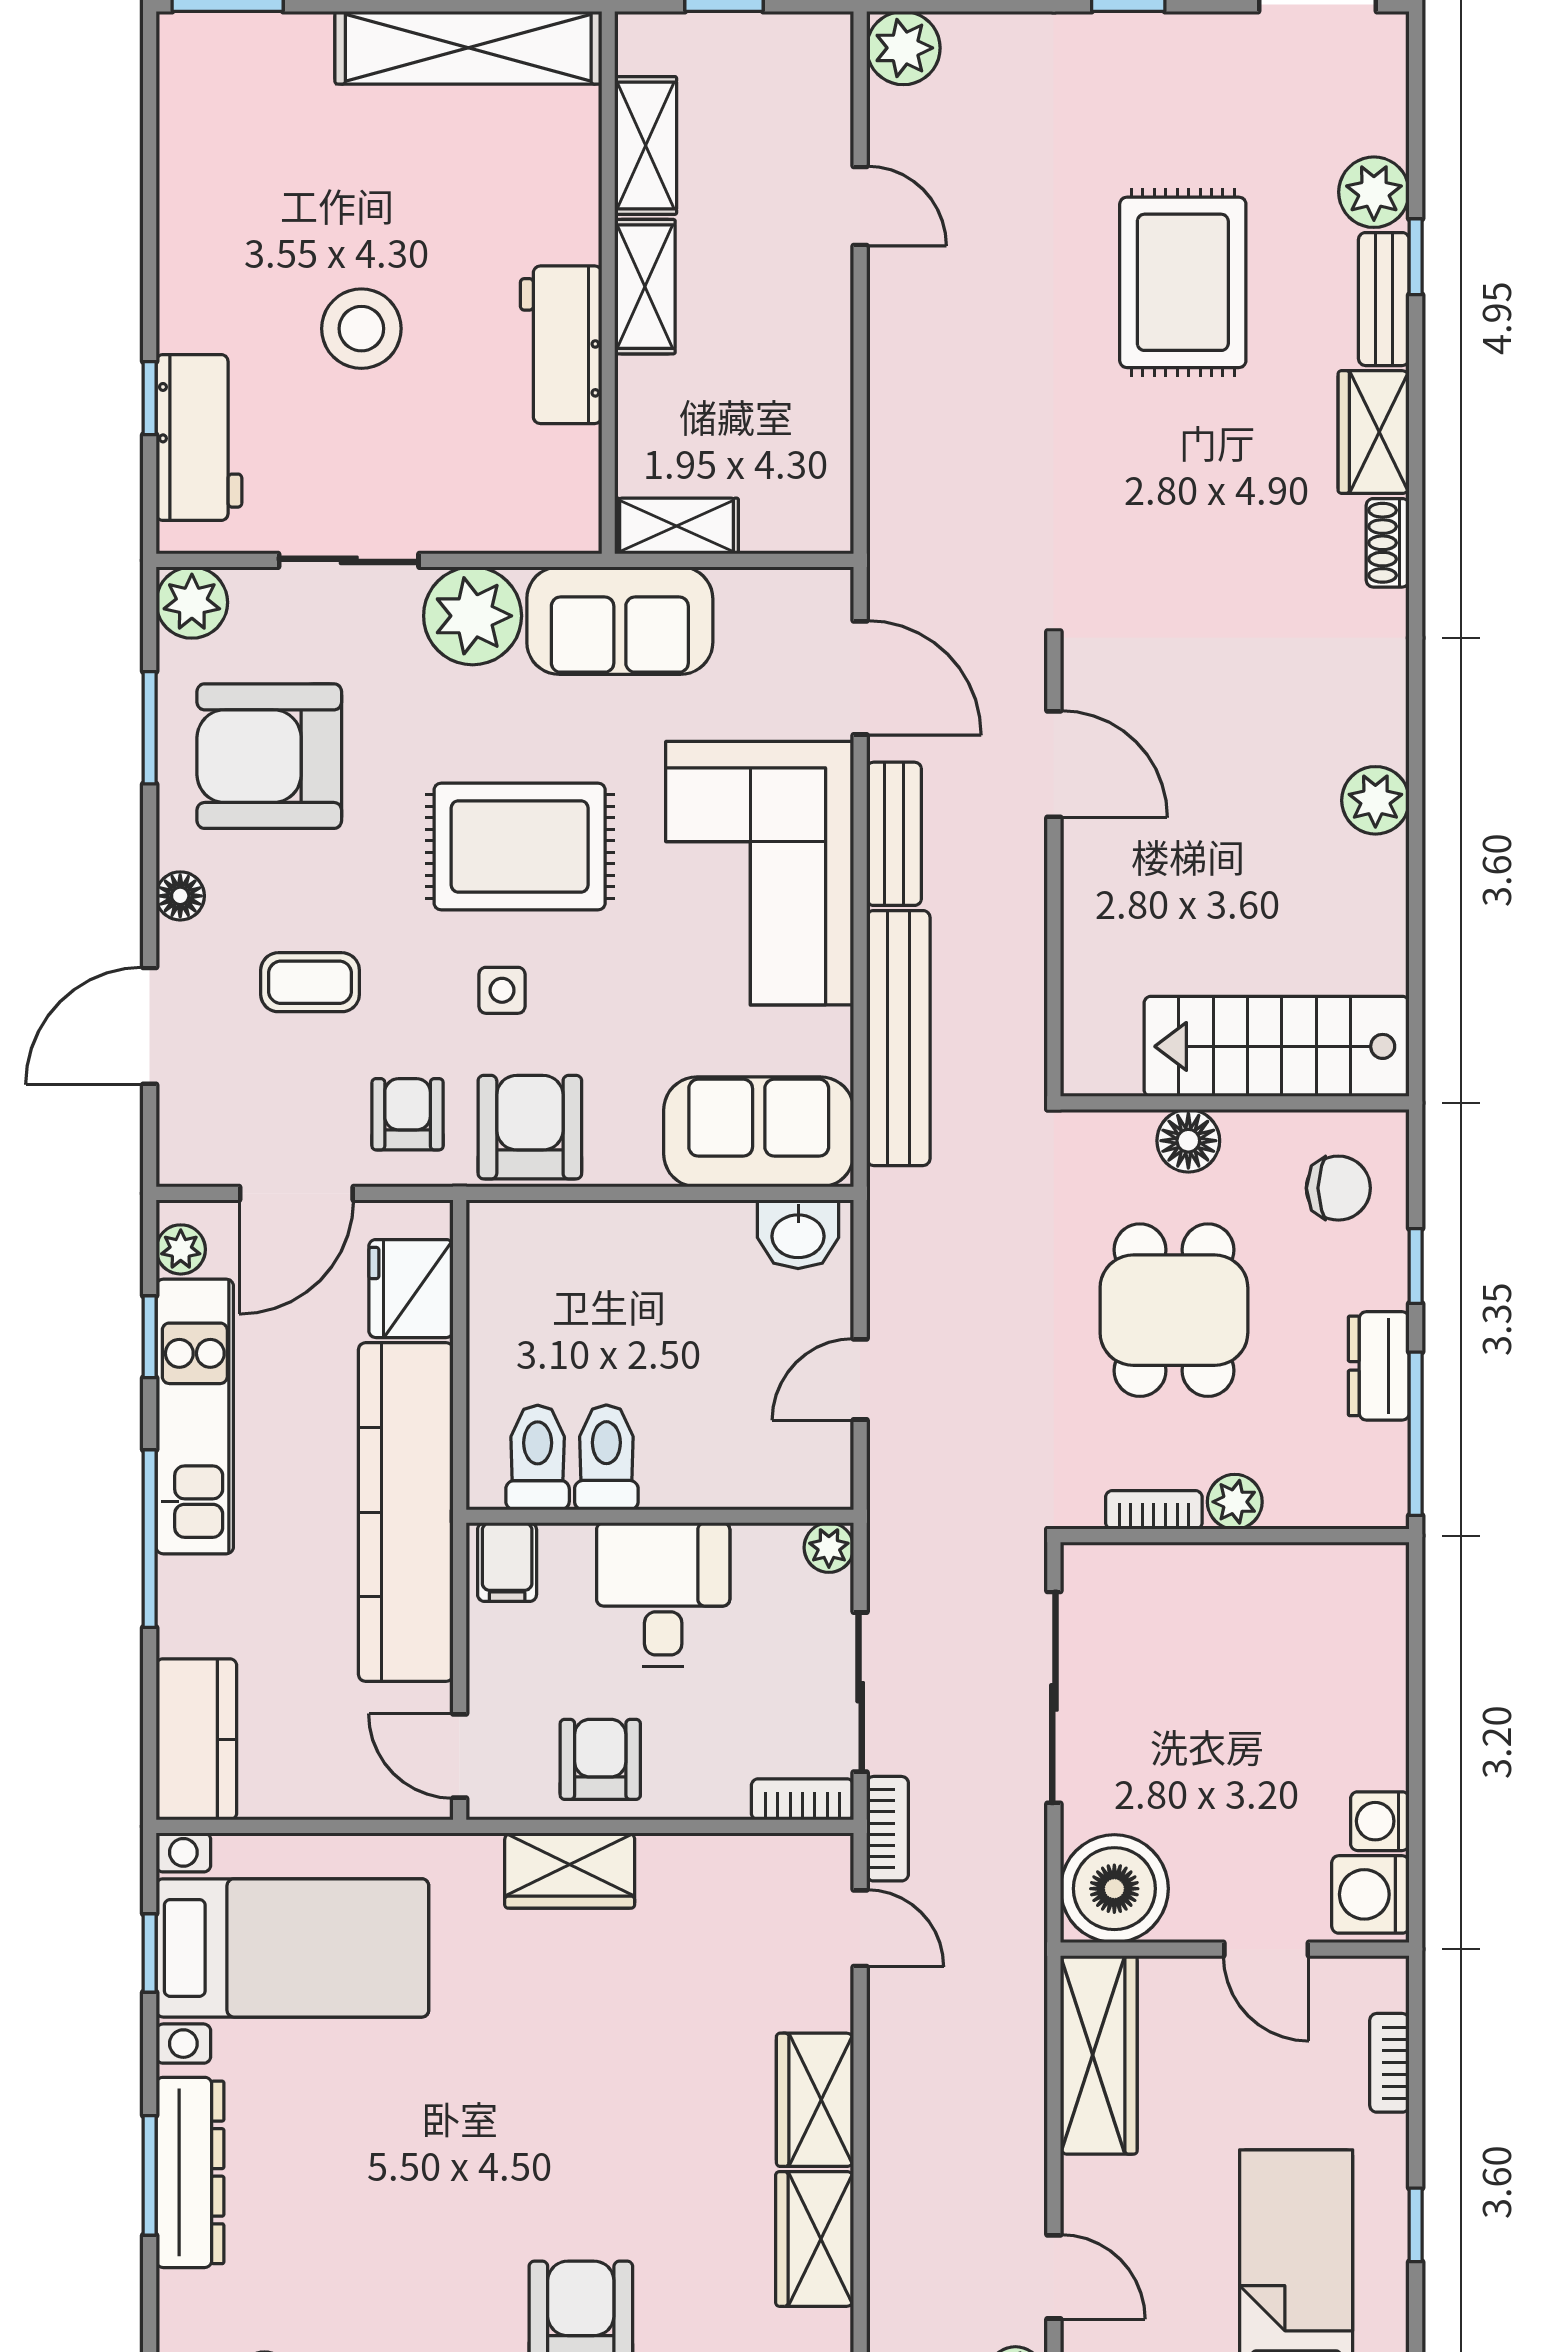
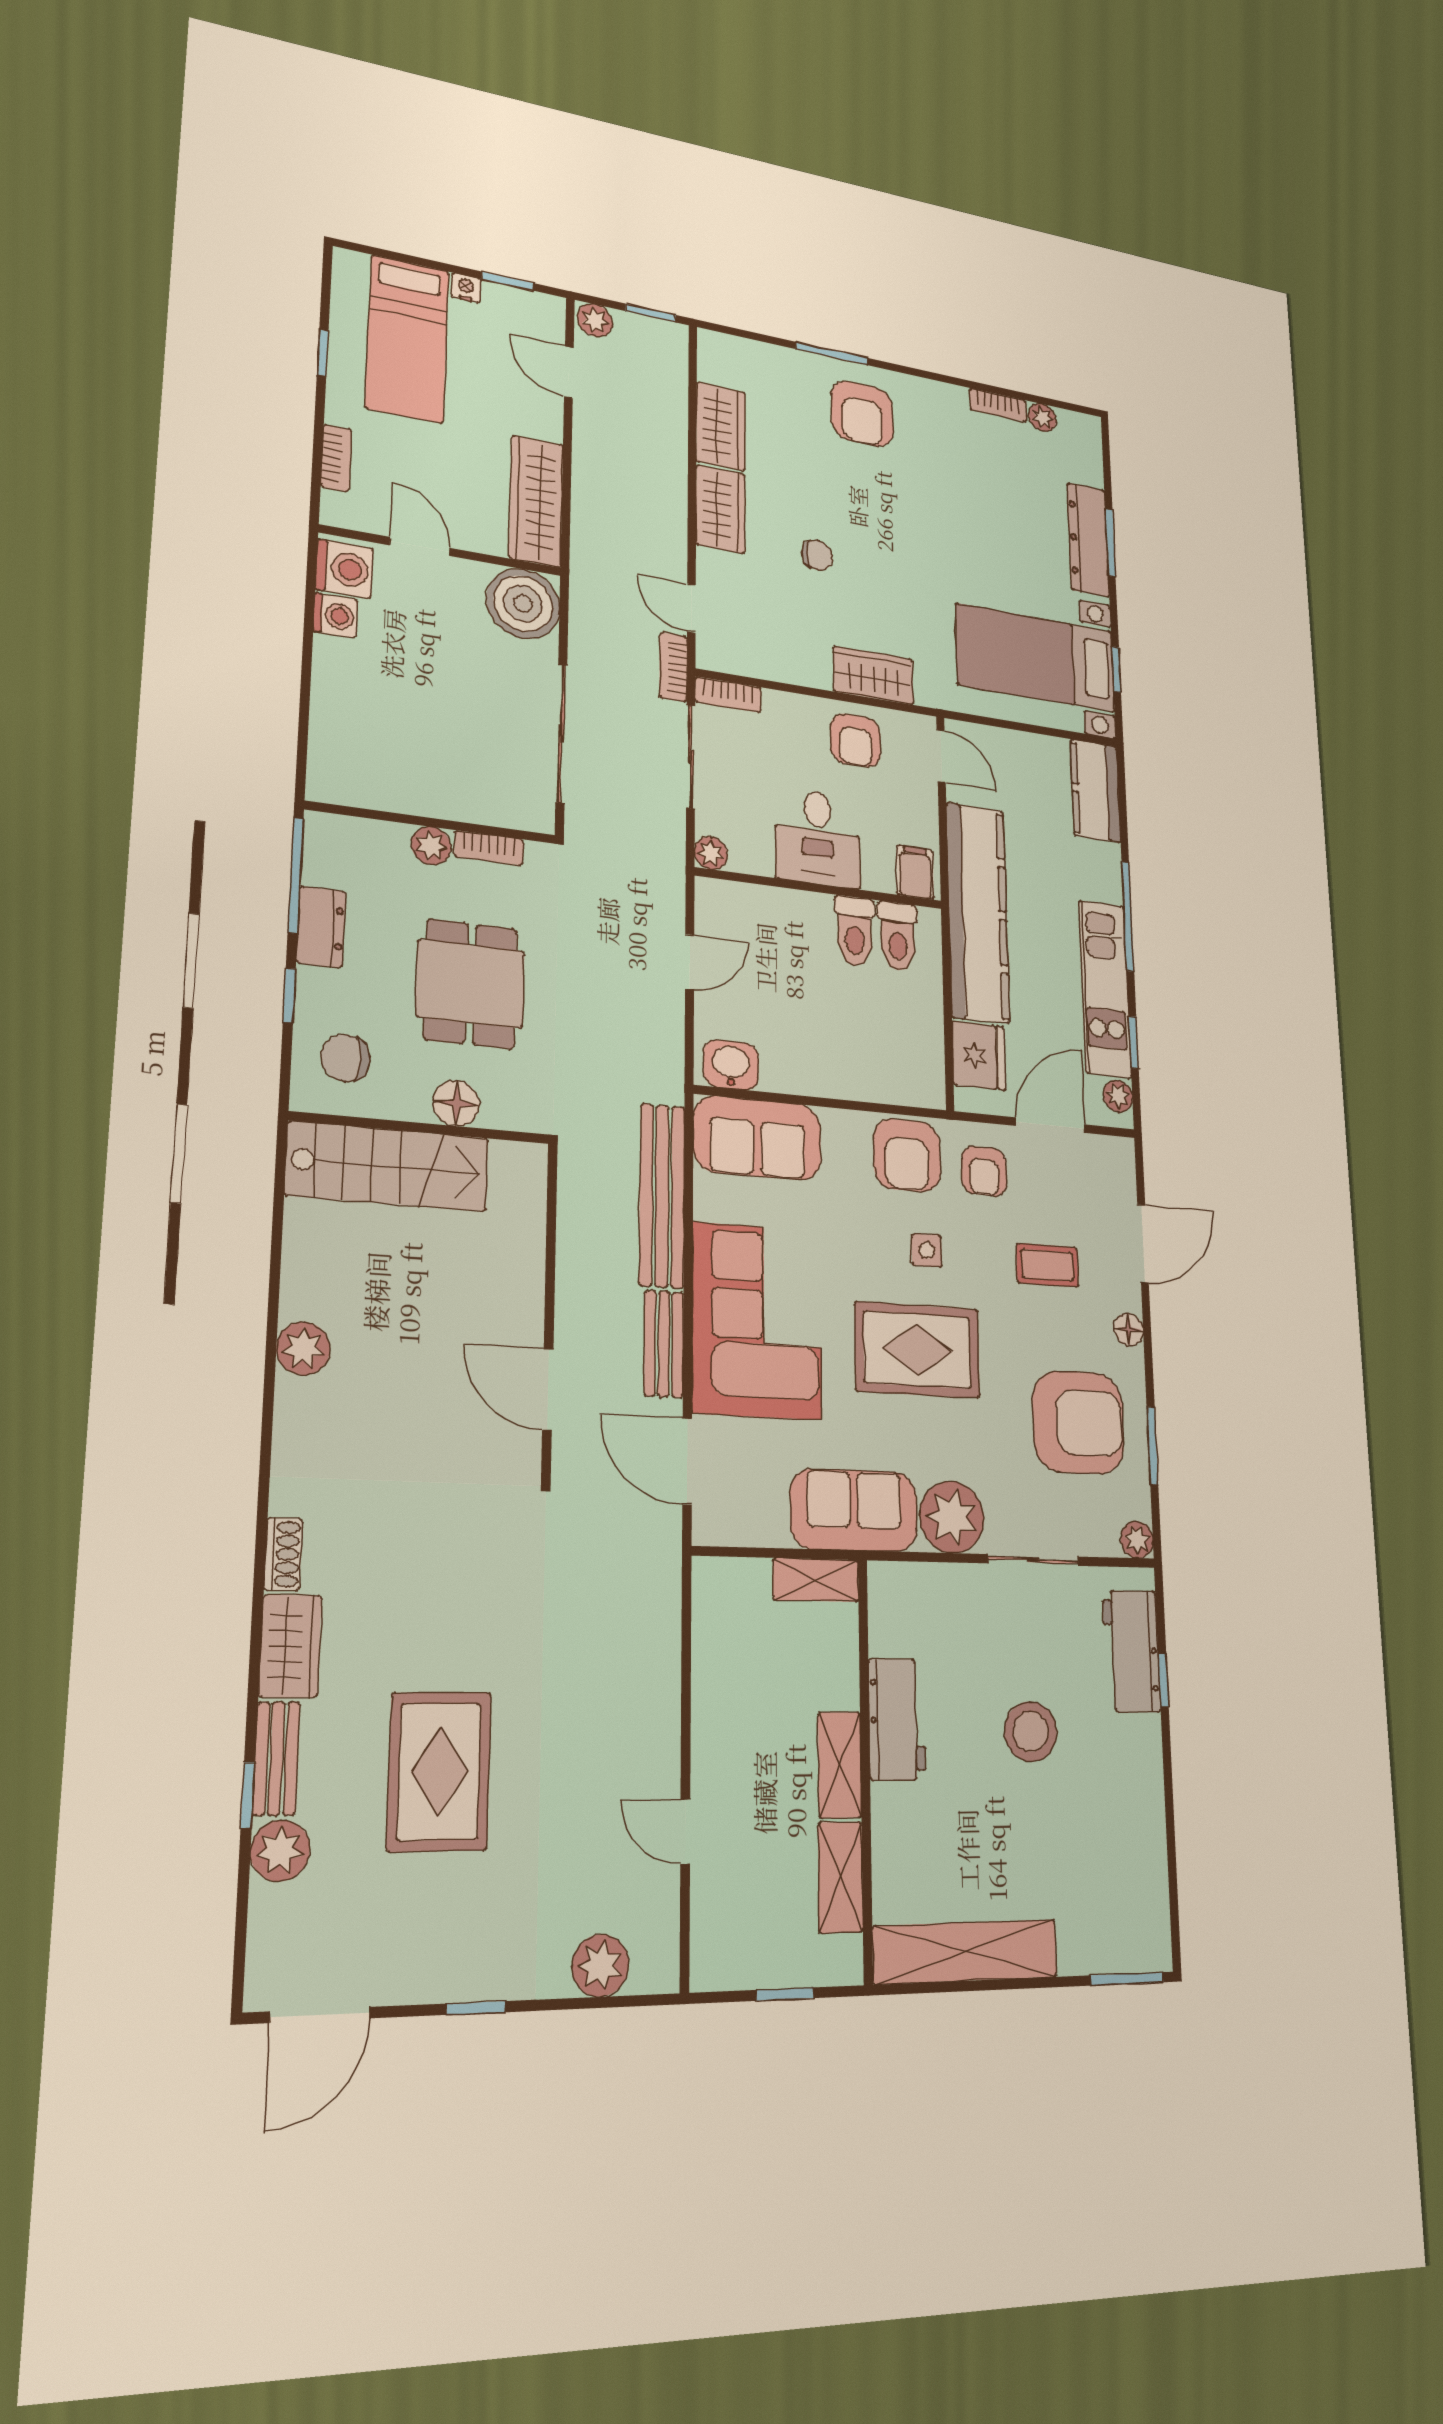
plant: (903, 48) -> (600, 1965), moved
plant: (192, 602) -> (1137, 1540), width x0.73, depth x0.73
chair: (659, 2054) -> (817, 555), added

